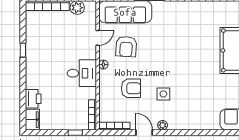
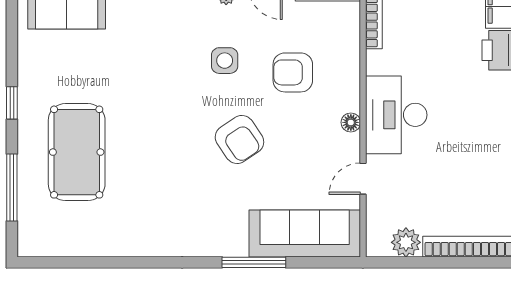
armchair: (126, 47) -> (239, 139), moved, turned 142
desk: (82, 73) -> (396, 115), width x1.37

